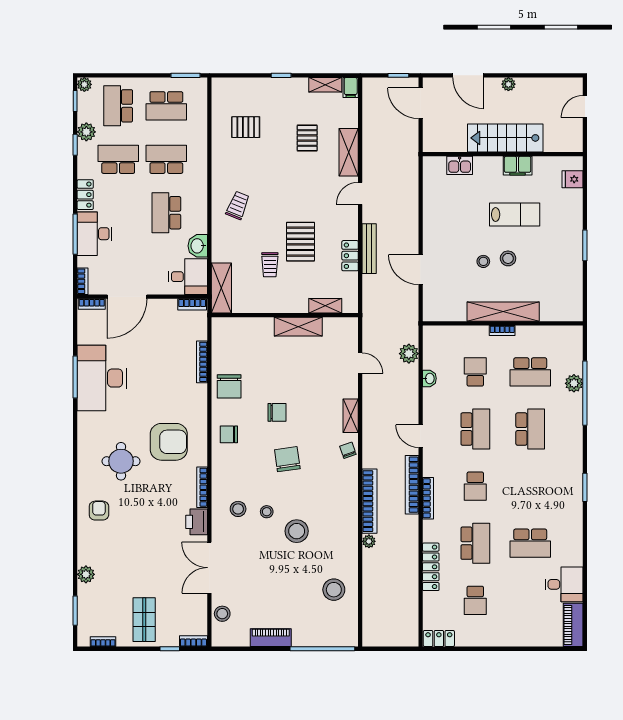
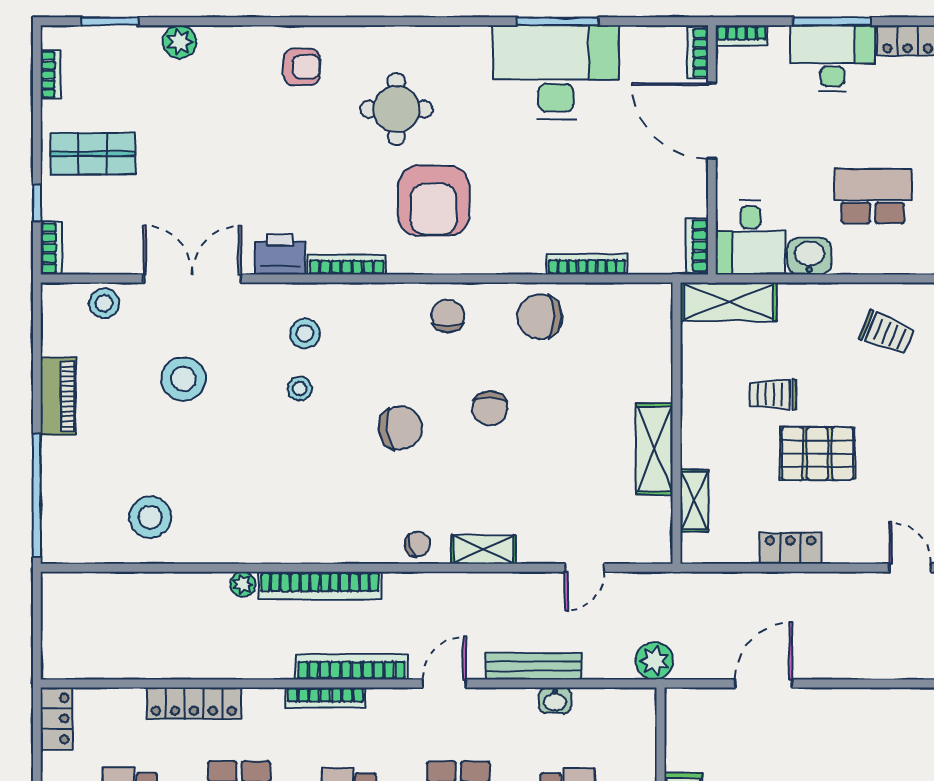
bench: (369, 249) -> (534, 666), moved
plant: (409, 354) -> (654, 661), moved
stool: (297, 531) -> (183, 379), moved

